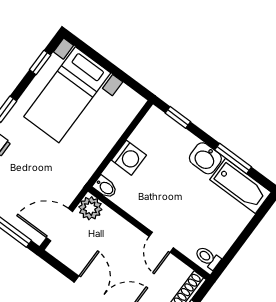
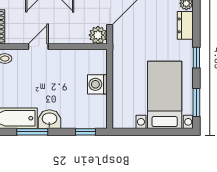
window: (40, 62) -> (196, 102), width x1.50
bidet: (105, 187) -> (98, 55), removed
door: (161, 242) -> (38, 47), hinge flipped

